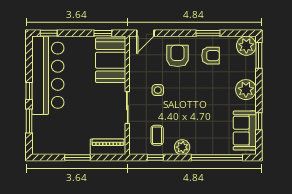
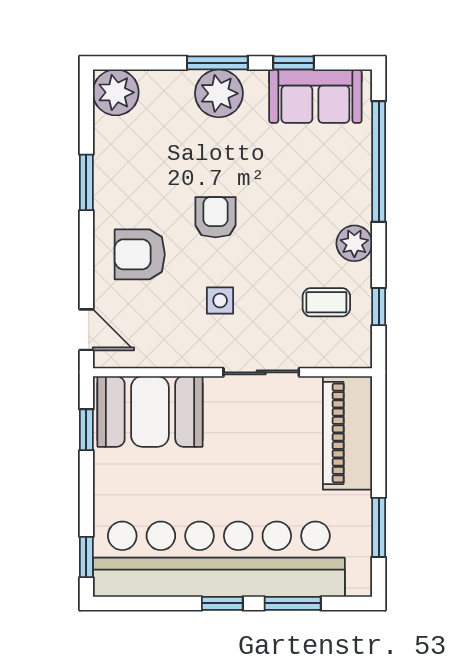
window: (259, 55) -> (217, 63), moved
armchair: (211, 56) -> (215, 217), moved
bar counter: (48, 75) -> (219, 559), width x1.36
piano: (108, 147) -> (348, 433), width x1.37, depth x1.33
window: (77, 158) -> (379, 527), moved

